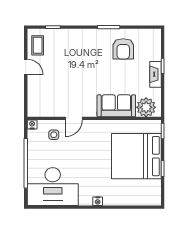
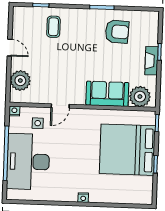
coffee table: (38, 45) -> (53, 27), moved
armchair: (123, 49) -> (117, 32), turned -87
plant: (37, 96) -> (20, 80), added
desk: (53, 187) -> (28, 162), moved, turned 90

